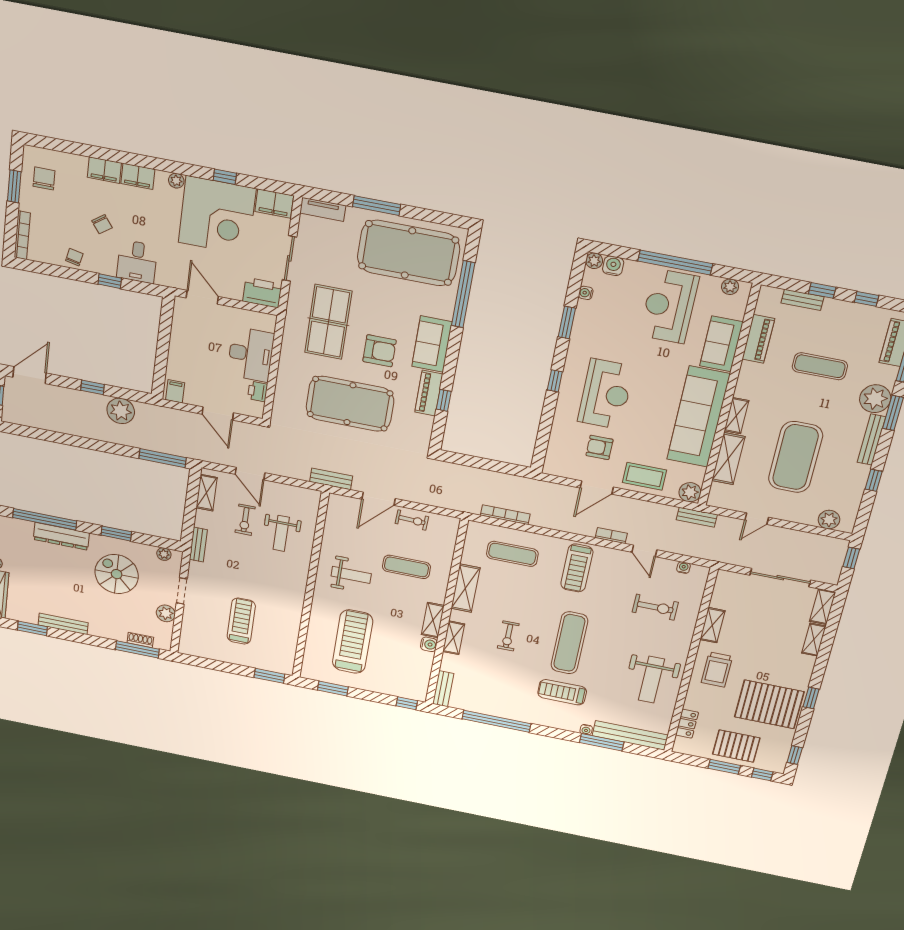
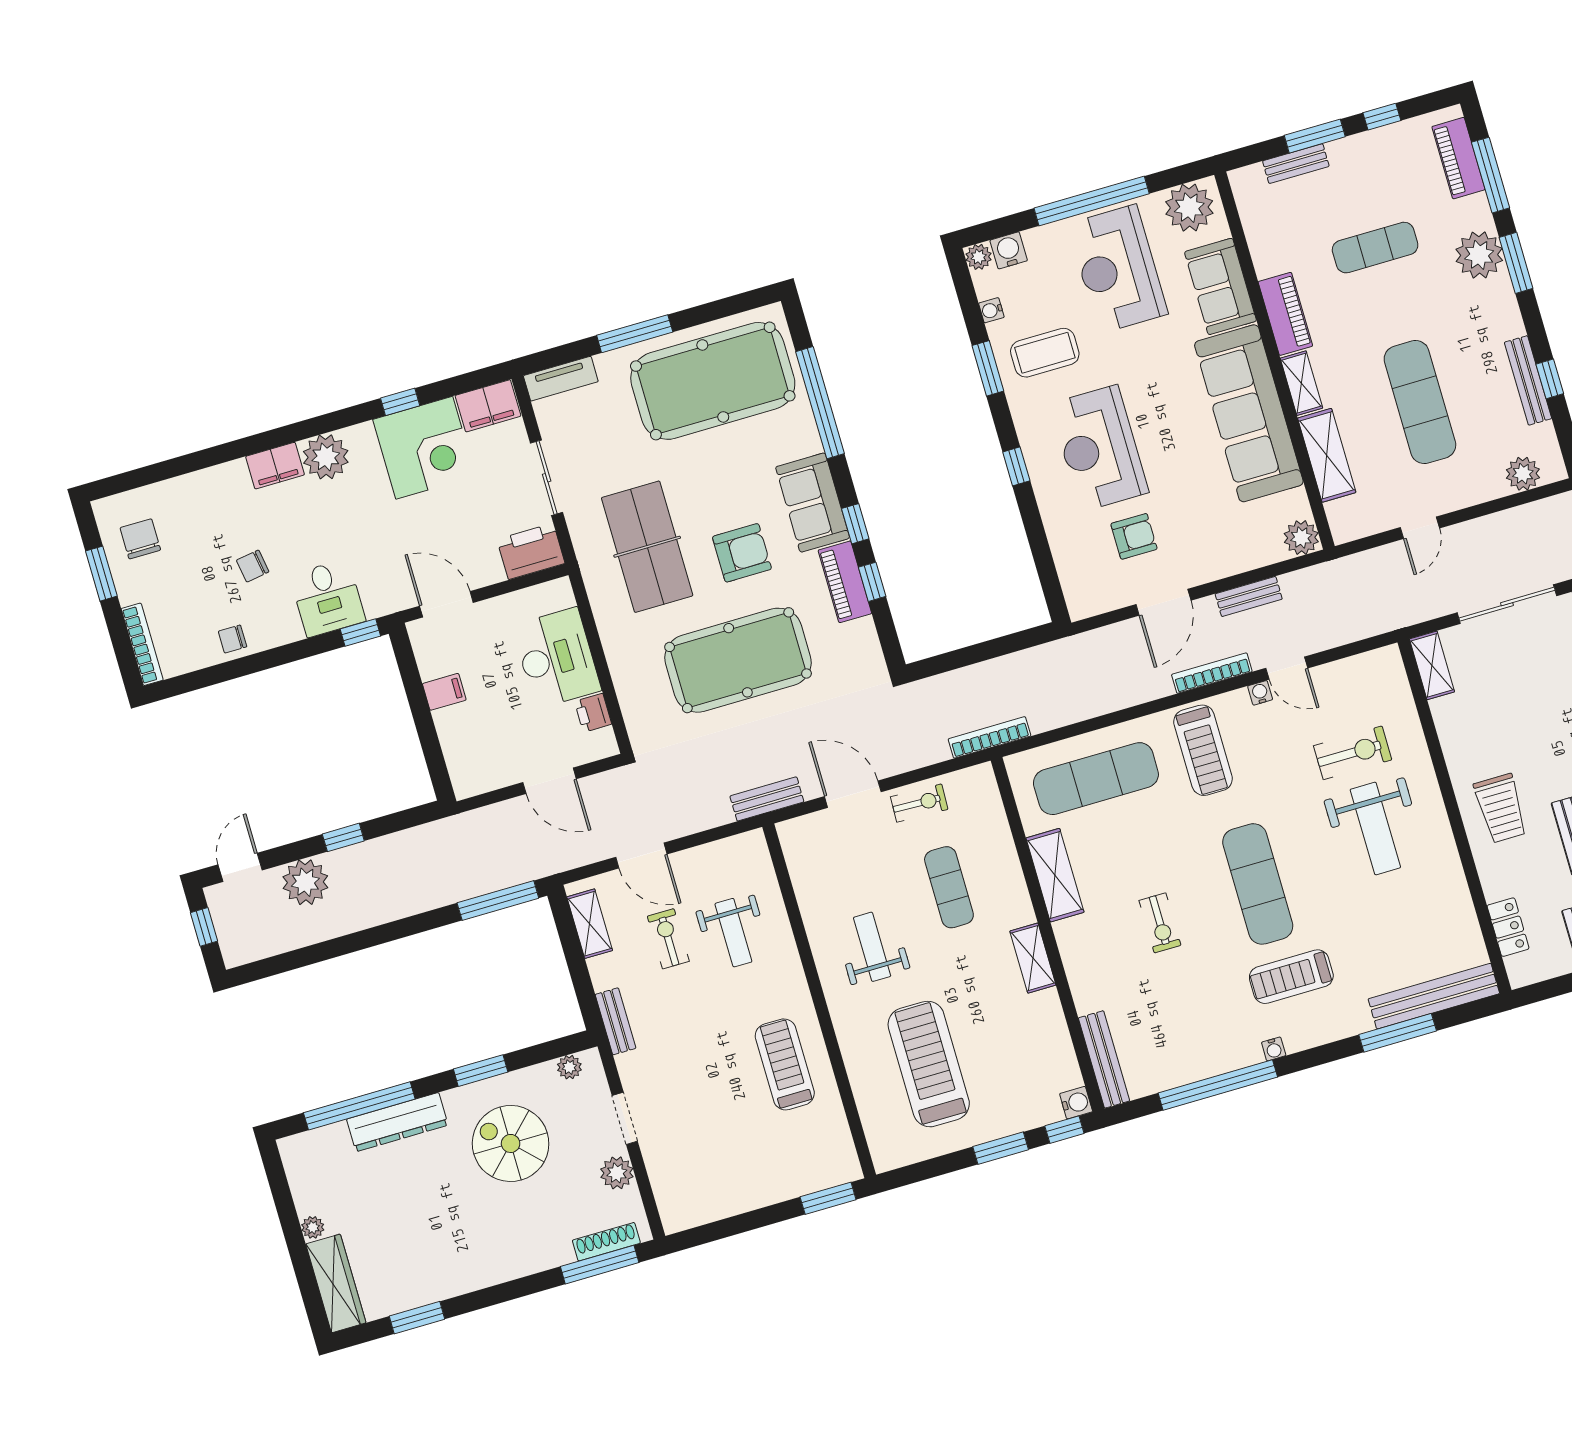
filing cabinet: (104, 170) -> (223, 481), removed
plant: (176, 181) -> (326, 457), width x1.87, depth x1.87
corner desk: (217, 216) -> (424, 448), width x0.74, depth x0.74
chair: (102, 224) -> (253, 566), turned 117
chair: (74, 257) -> (233, 639), turned -102
window: (110, 281) -> (360, 632), moved
plant: (730, 287) -> (1189, 208), width x1.87, depth x1.87
window: (822, 290) -> (1315, 136), width x1.50
piano: (758, 339) -> (1285, 314), moved
window: (450, 366) -> (855, 524), added
door: (30, 375) -> (240, 867), width x0.73
filing cabinet: (175, 391) -> (444, 692), moved, turned 90
reception desk: (606, 394) -> (1099, 448), turned 180
plant: (121, 411) -> (305, 882), moved
bench: (871, 440) -> (1528, 380), moved
armchair: (599, 447) -> (1134, 536), turned 180
exercise mat: (796, 457) -> (1420, 402), width x0.68
coffee table: (644, 476) -> (1045, 353), moved
door: (379, 499) -> (853, 794), swing flipped
bookcase: (505, 515) -> (989, 737), moved
bench: (697, 517) -> (1249, 596), moved
exercise bike: (245, 520) -> (668, 939), turned 180
bookcase: (611, 536) -> (1212, 673), width x1.56
exercise mat: (512, 554) -> (1096, 779), width x1.36, depth x1.45
exercise mat: (406, 567) -> (949, 887), turned 90
water cooler: (683, 568) -> (1260, 693), moved
weight bench: (351, 575) -> (872, 947), turned -90
treadmill: (241, 621) -> (785, 1064), moved
bench: (63, 624) -> (463, 1282), removed
shelving: (712, 625) -> (1432, 665), moved
shelving: (454, 638) -> (1079, 972), removed
shoe rack: (140, 640) -> (606, 1242), width x1.43
water cooler: (429, 644) -> (1076, 1103), moved
weight bench: (651, 680) -> (1375, 828), moved
window: (333, 689) -> (1001, 1148), moved
bench: (443, 689) -> (1104, 1059), width x1.36
water cooler: (586, 730) -> (1274, 1049), moved

